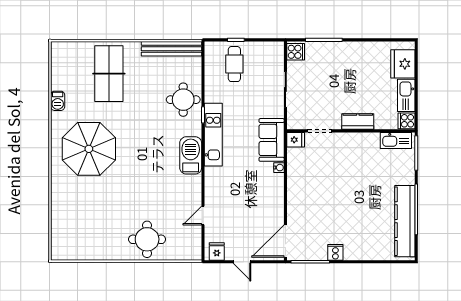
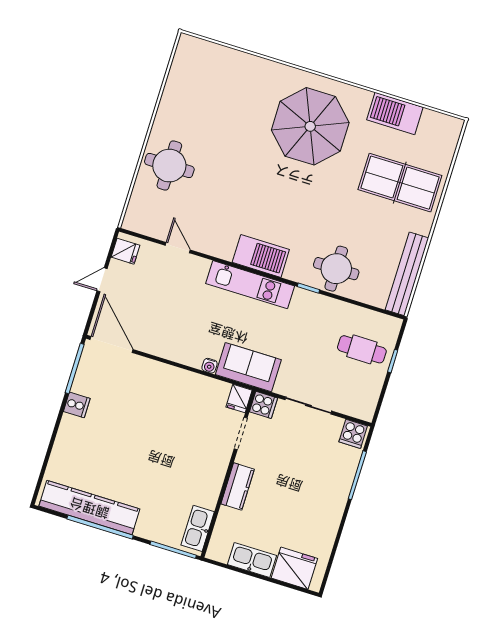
barbecue: (58, 101) -> (395, 113), width x1.88, depth x1.53
cooker: (406, 121) -> (263, 405), moved, turned 90
kitchen unit: (213, 135) -> (250, 285), moved

